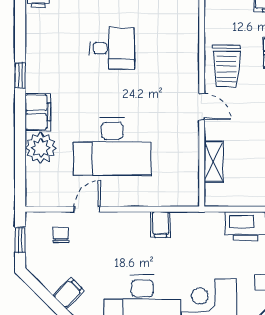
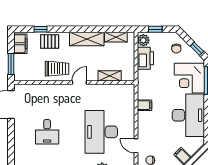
desk: (112, 48) -> (47, 132), turned 180
desk: (112, 146) -> (101, 132), turned 180

